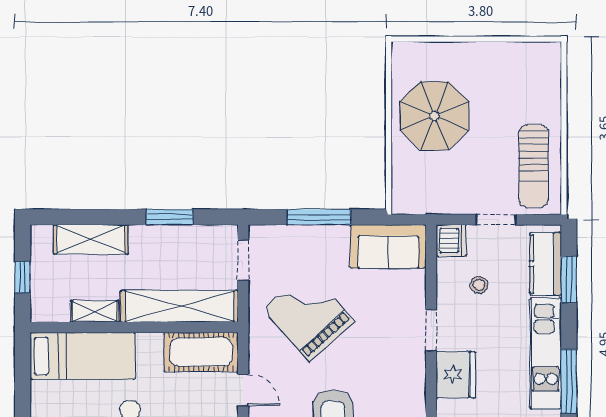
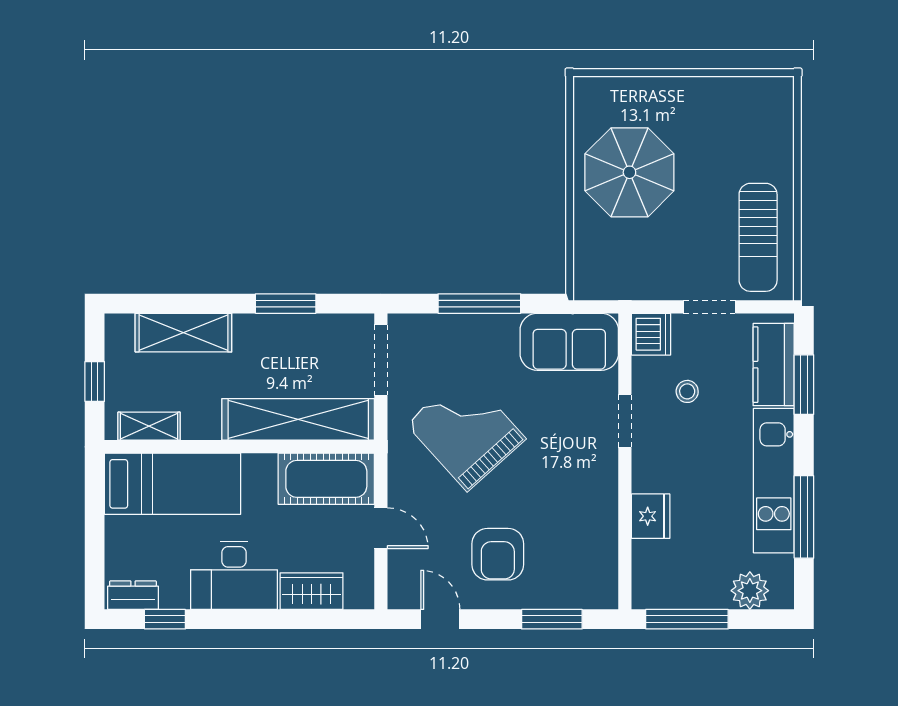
doorway: (243, 260) -> (381, 360), width x1.38
shelving: (95, 311) -> (149, 426), moved
doorway: (431, 330) -> (625, 421), moved
fridge: (456, 375) -> (651, 516), width x0.73, depth x0.75

